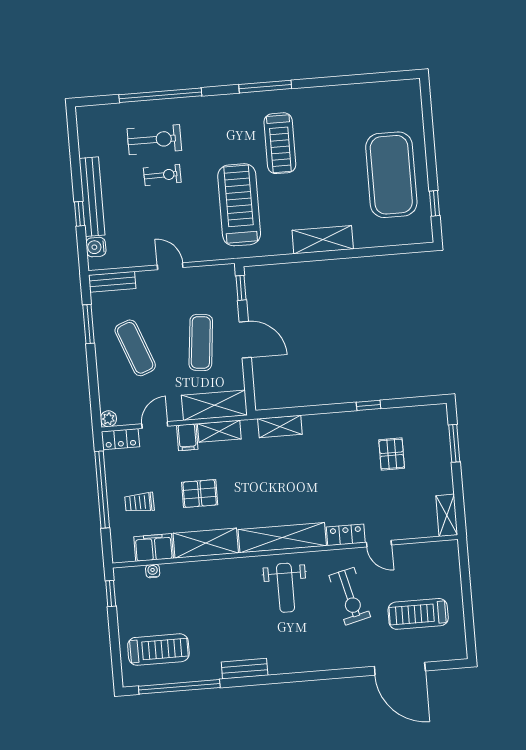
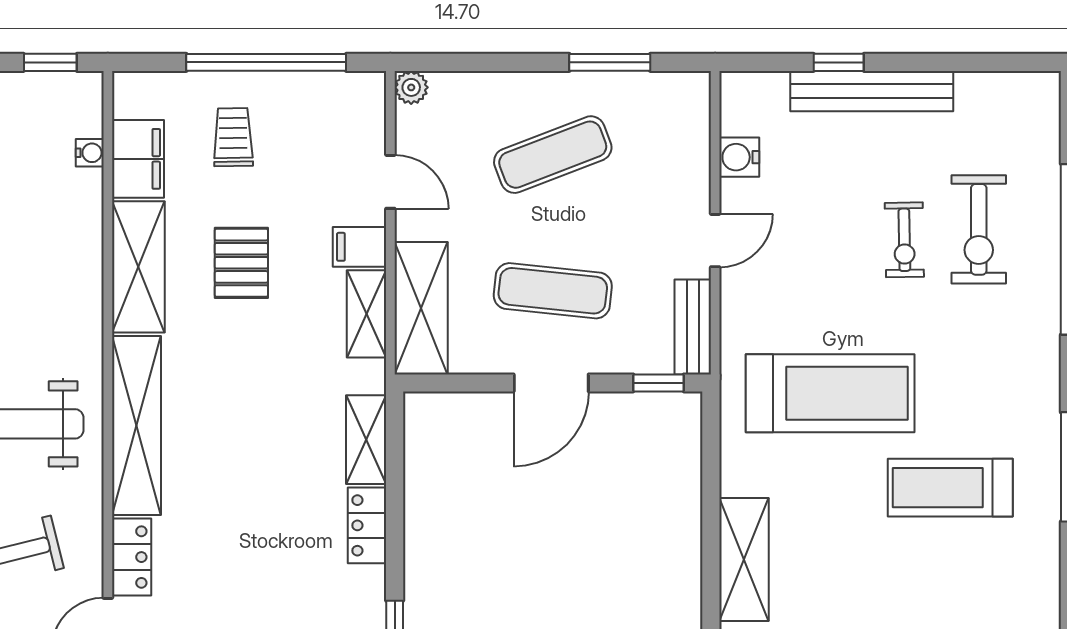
water cooler: (96, 247) -> (739, 157), moved, turned -90
bench: (112, 282) -> (693, 327), moved
locker: (120, 439) -> (367, 525), moved

